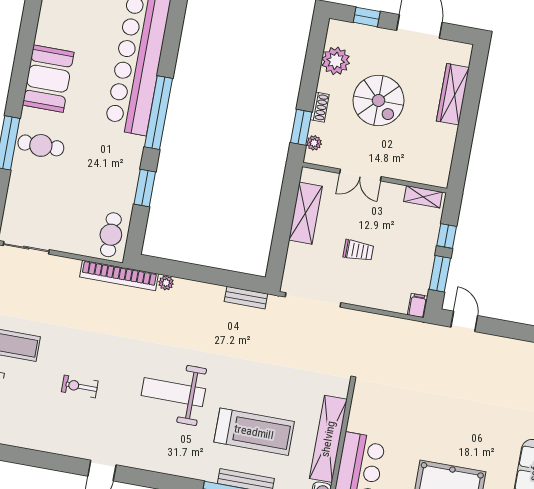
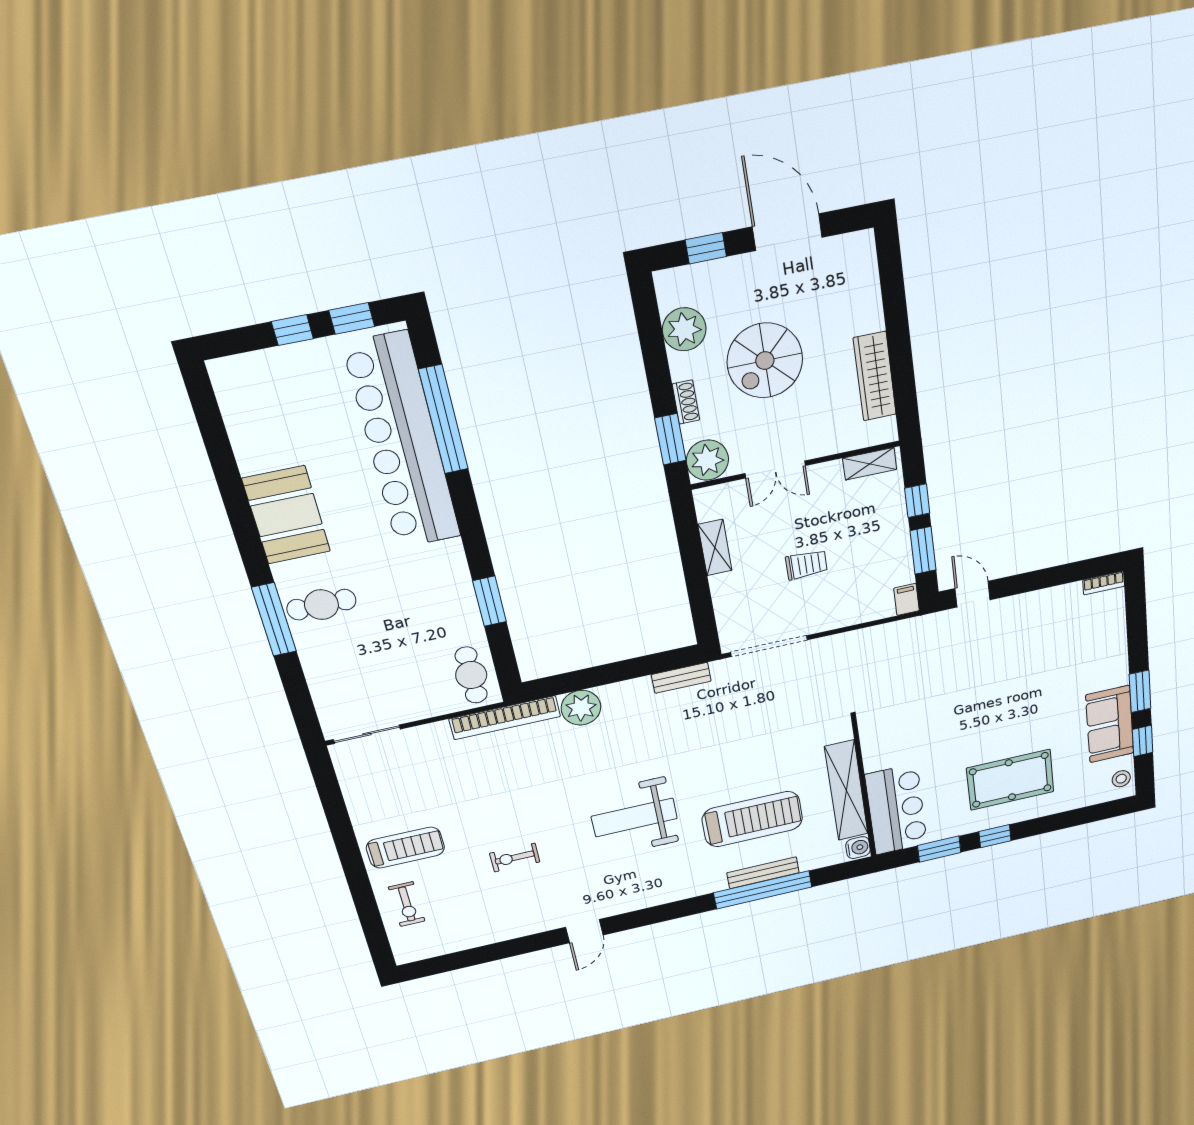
wardrobe: (453, 94) -> (875, 376), moved
spiral stairs: (378, 100) -> (765, 361), turned 90
window: (158, 113) -> (444, 420), moved
plant: (314, 143) -> (707, 460), width x1.87, depth x1.87
shelving: (306, 213) -> (715, 547), width x0.67, depth x0.75
plant: (166, 283) -> (581, 708), width x1.88, depth x1.88

